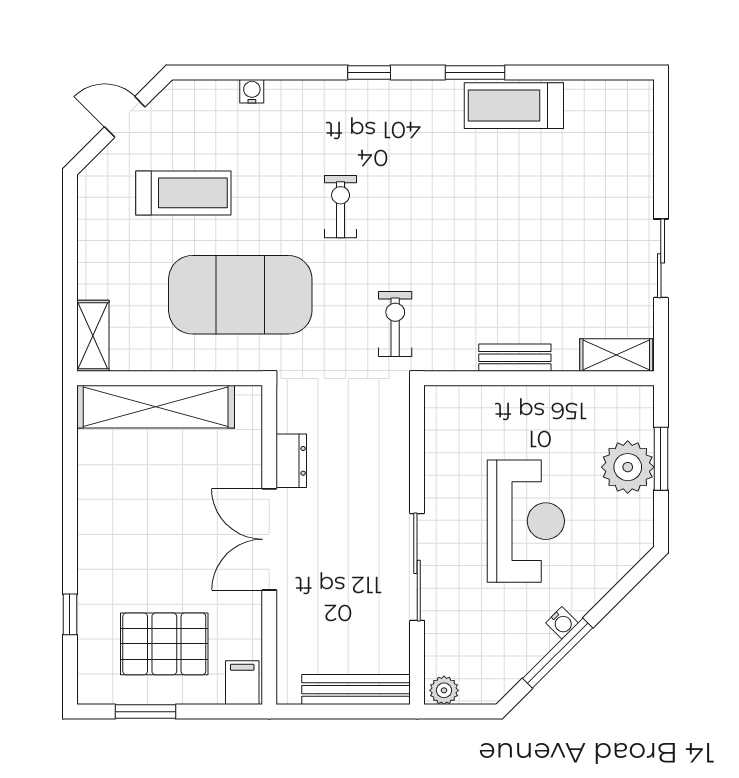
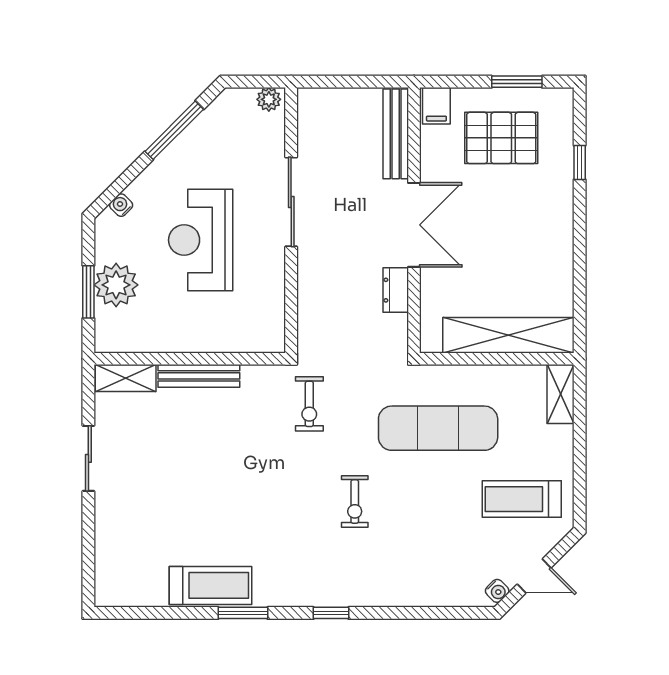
water cooler: (252, 91) -> (497, 591), moved, turned -45
treadmill: (183, 193) -> (522, 499), moved
exercise mat: (240, 295) -> (438, 428), width x0.68
bench: (515, 358) -> (199, 376), width x1.36
water cooler: (562, 623) -> (121, 205), moved
bench: (356, 690) -> (396, 134), moved, turned 90

